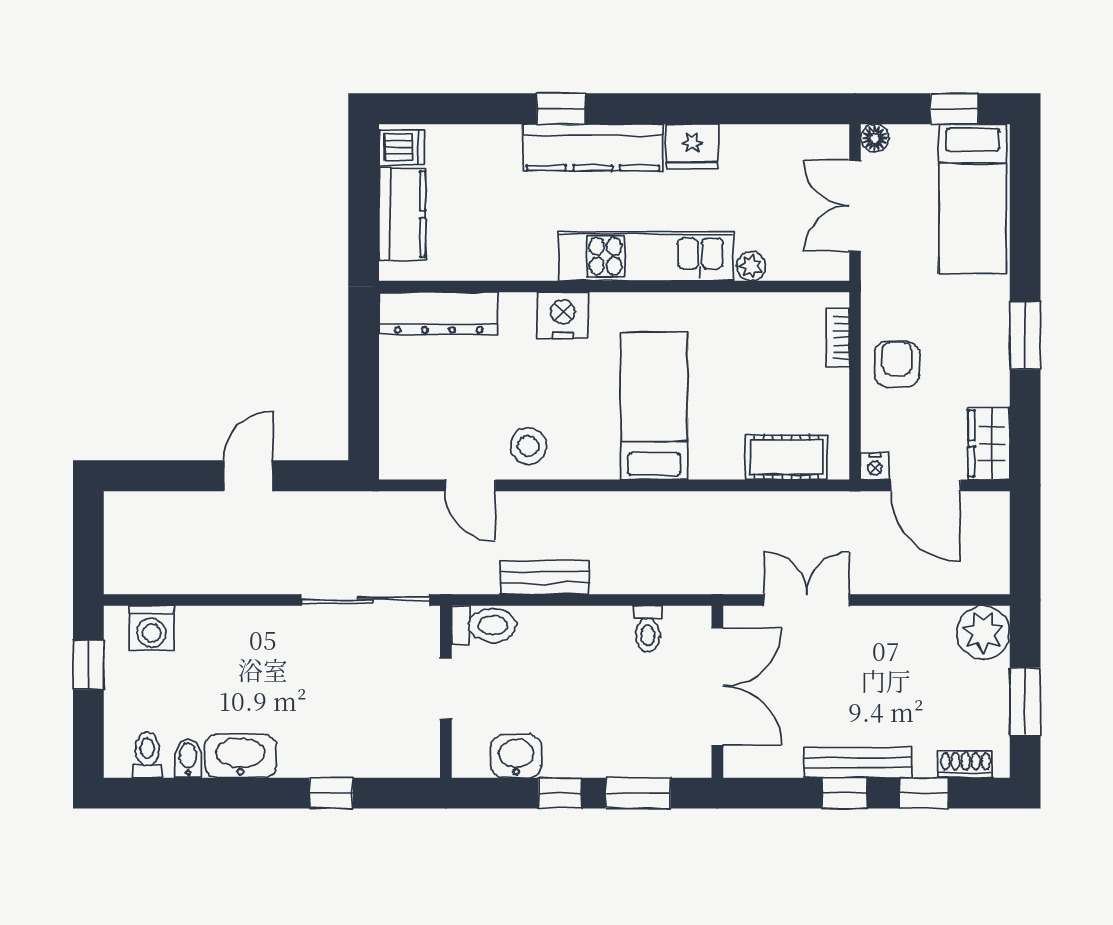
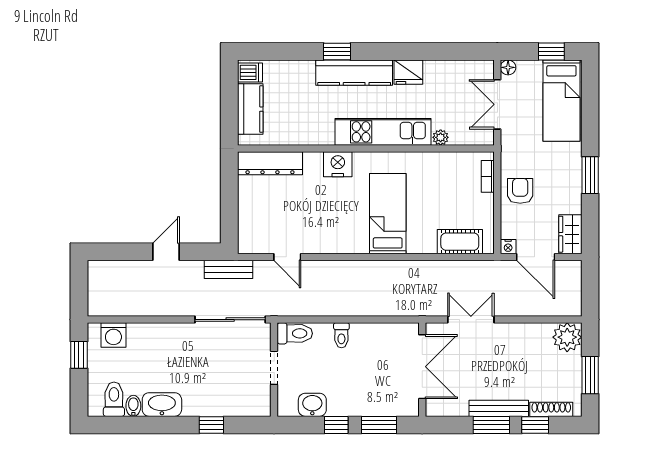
stool: (528, 446) -> (319, 235), removed
bench: (545, 577) -> (228, 269), moved
toilet: (648, 629) -> (341, 335), moved
toilet: (147, 755) -> (114, 399), width x1.37, depth x1.39
shoe rack: (966, 765) -> (551, 409), width x1.43
window: (844, 793) -> (491, 425), width x1.50

